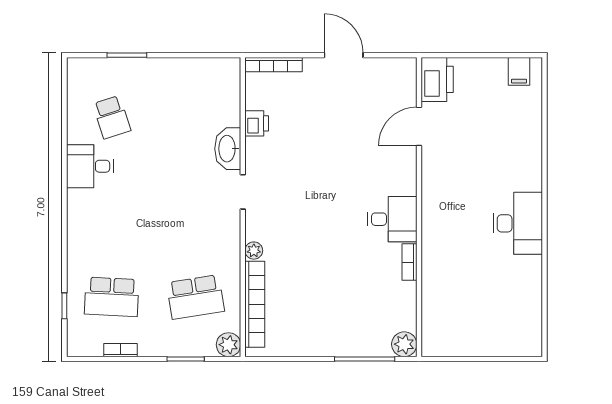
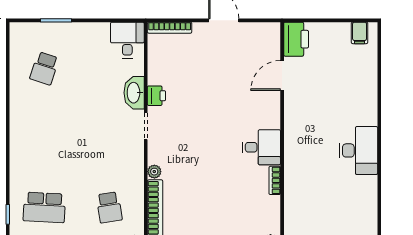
school desk: (112, 117) -> (44, 68), turned 36
printer: (257, 123) -> (156, 96), moved
desk: (90, 166) -> (127, 40), moved, turned 90
school desk: (196, 297) -> (109, 207), width x0.54

